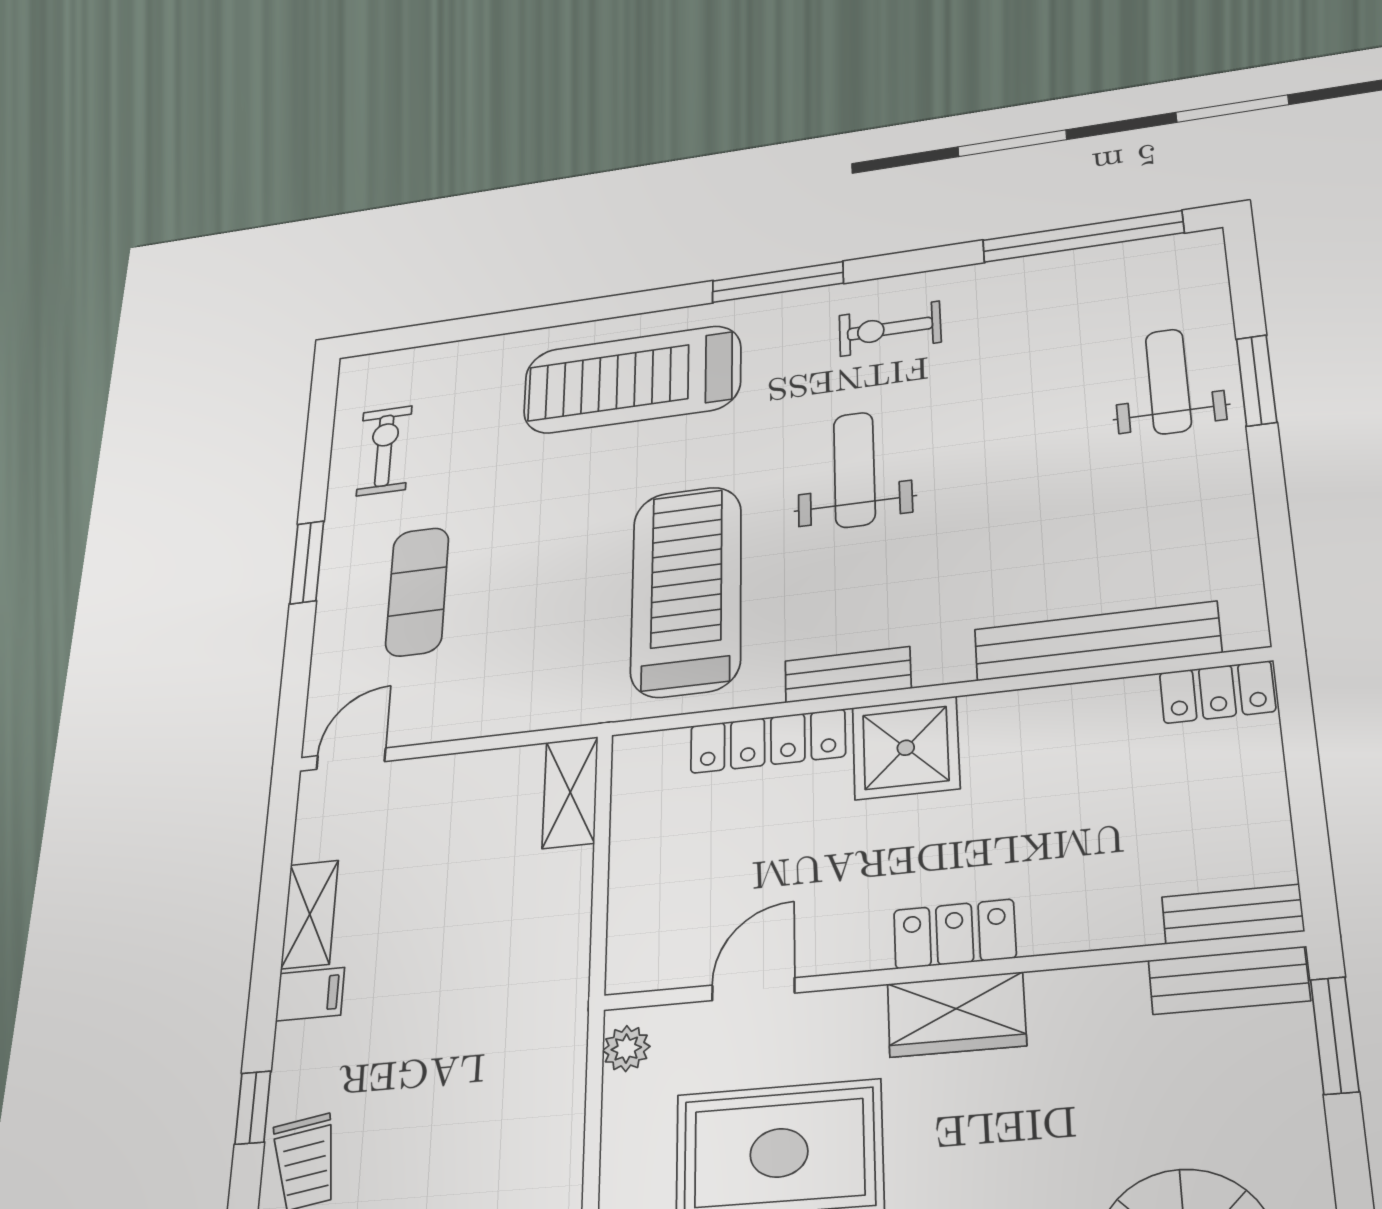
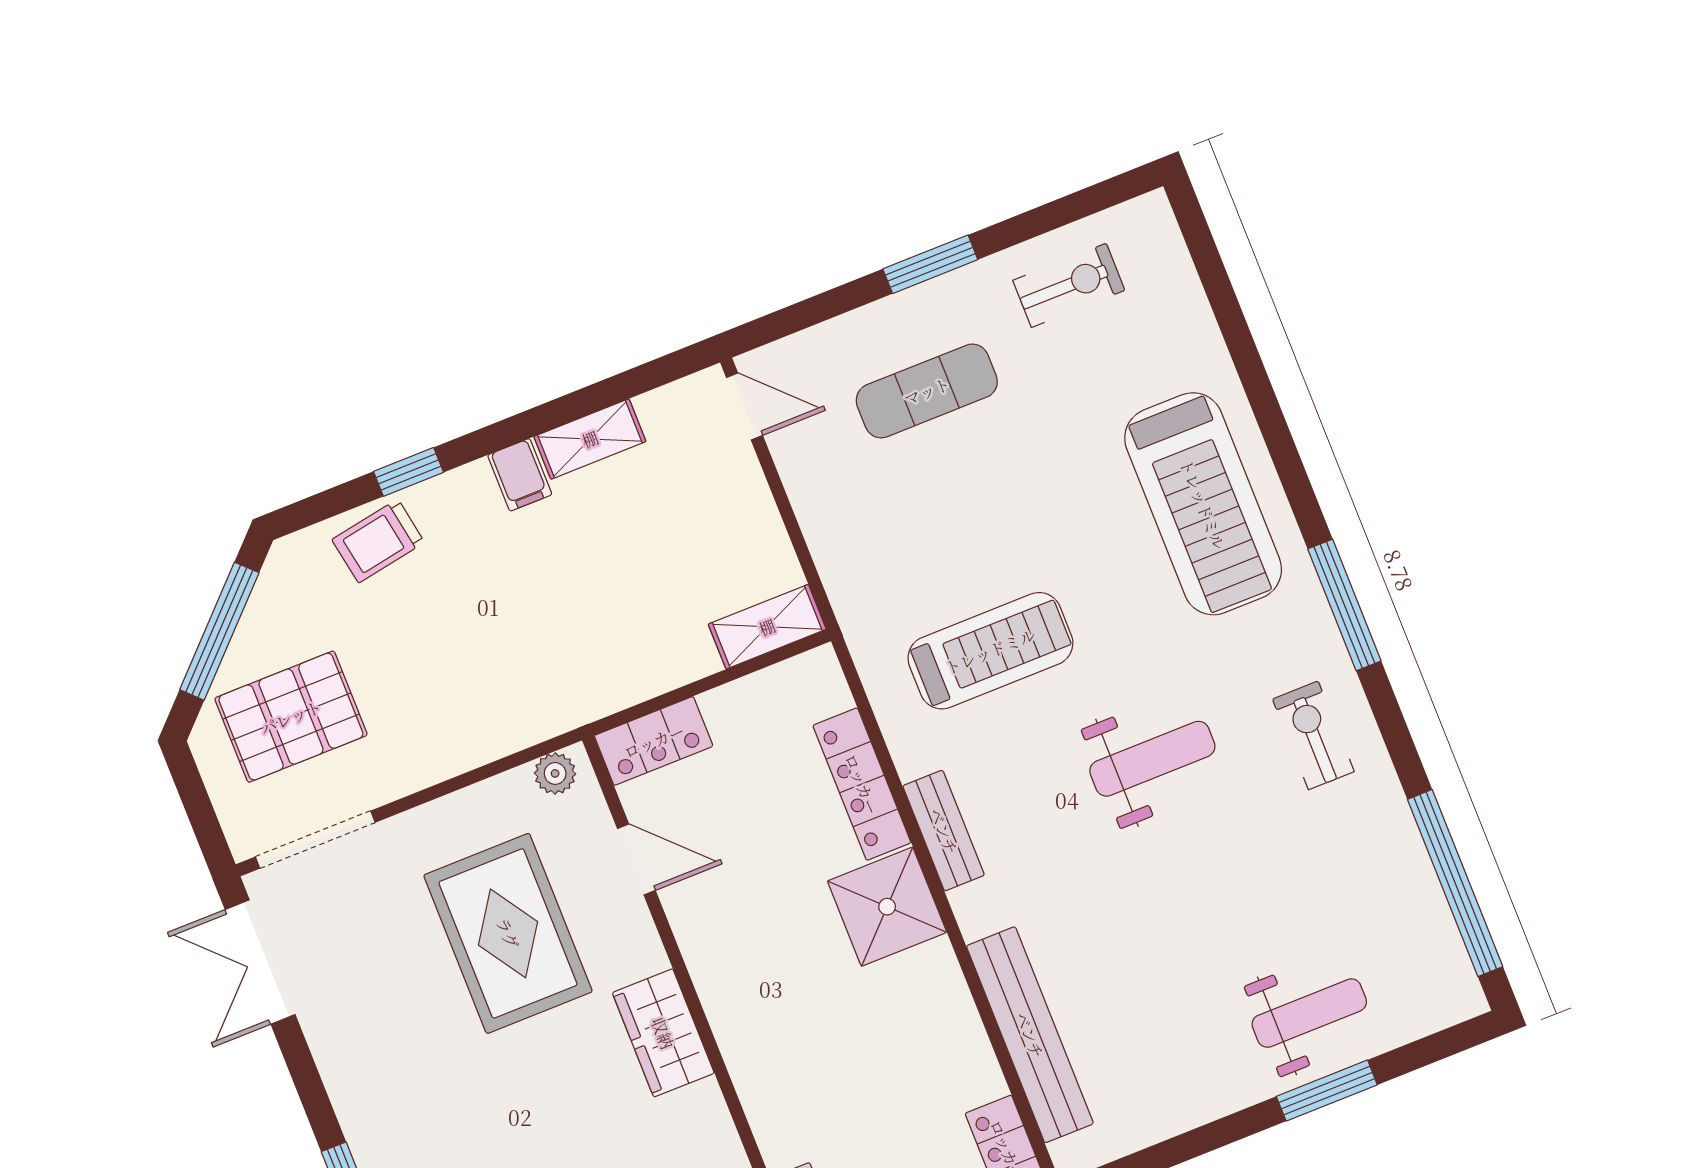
treadmill: (632, 380) -> (1203, 504), turned 180
treadmill: (686, 591) -> (990, 651), width x0.73, depth x0.73
locker: (955, 934) -> (654, 741), moved, turned 90

